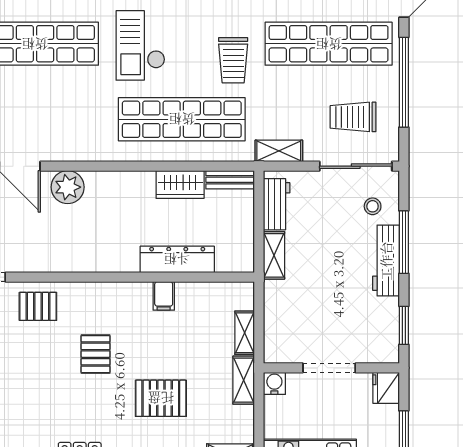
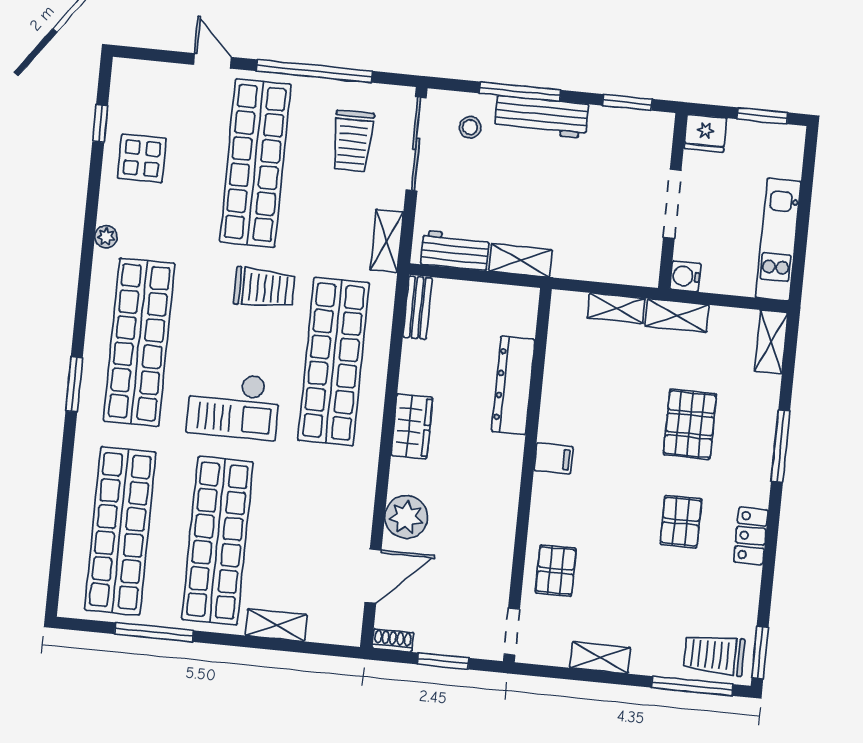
wardrobe: (180, 185) -> (412, 426), moved
filing cabinet: (164, 296) -> (553, 458), moved
pallet: (96, 354) -> (681, 522), moved, turned 90

